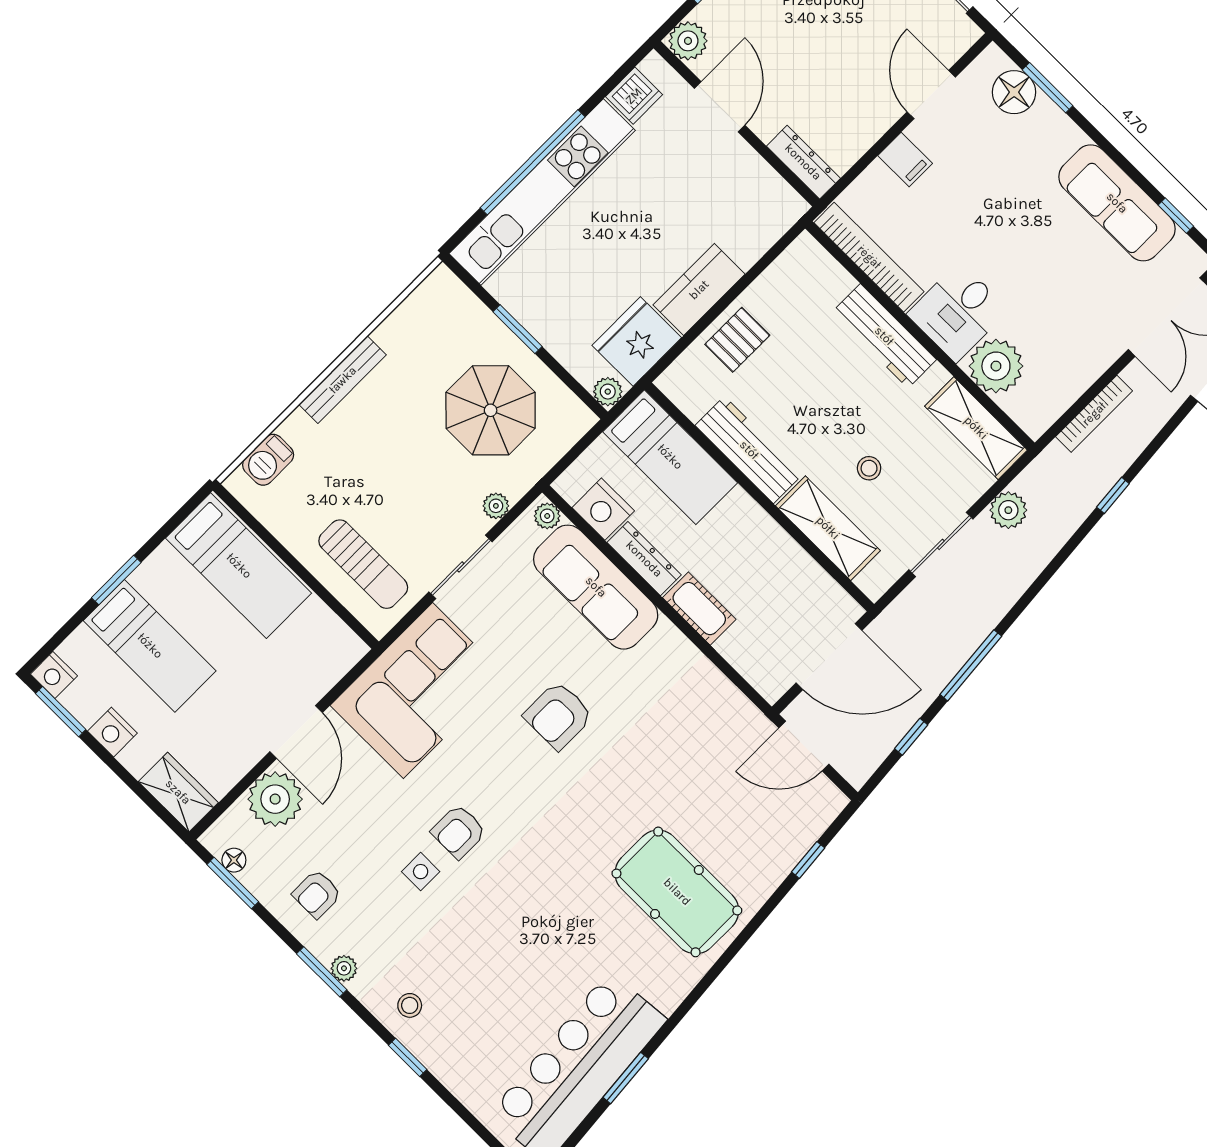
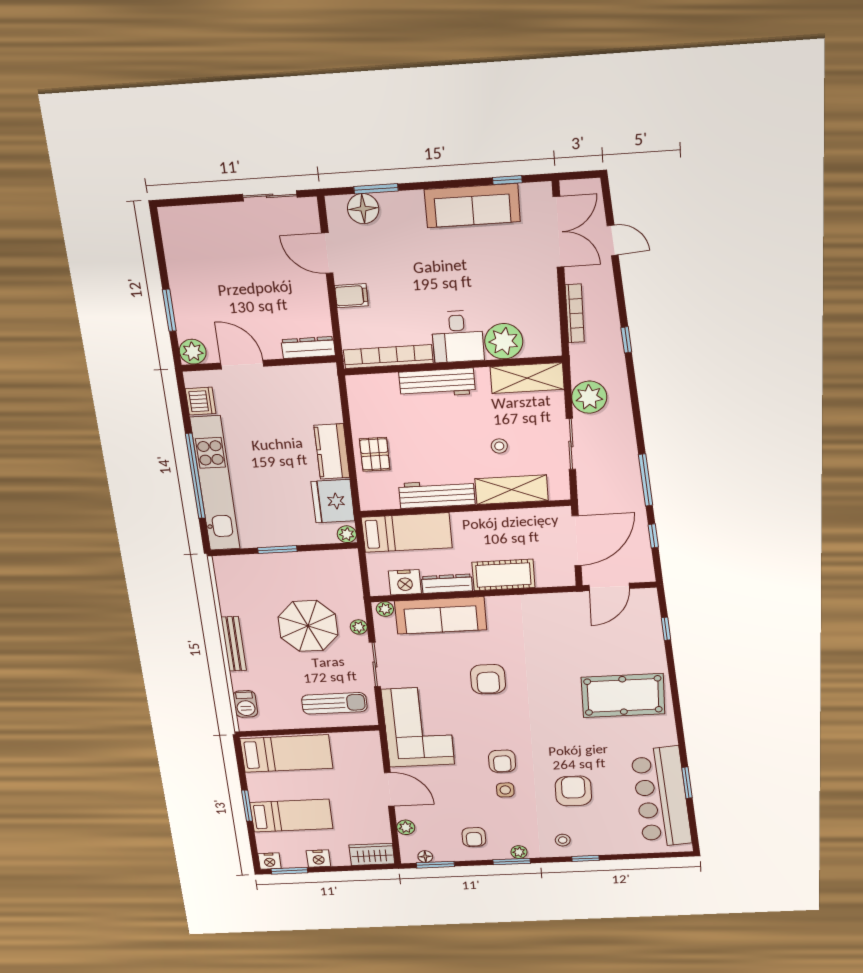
parasol: (491, 410) -> (308, 626), moved
plant: (1008, 510) -> (589, 397), width x1.36, depth x1.36
cot: (699, 609) -> (503, 575), width x1.37, depth x1.34
plant: (275, 799) -> (406, 827), width x0.53, depth x0.53
armchair: (493, 954) -> (573, 791), added

